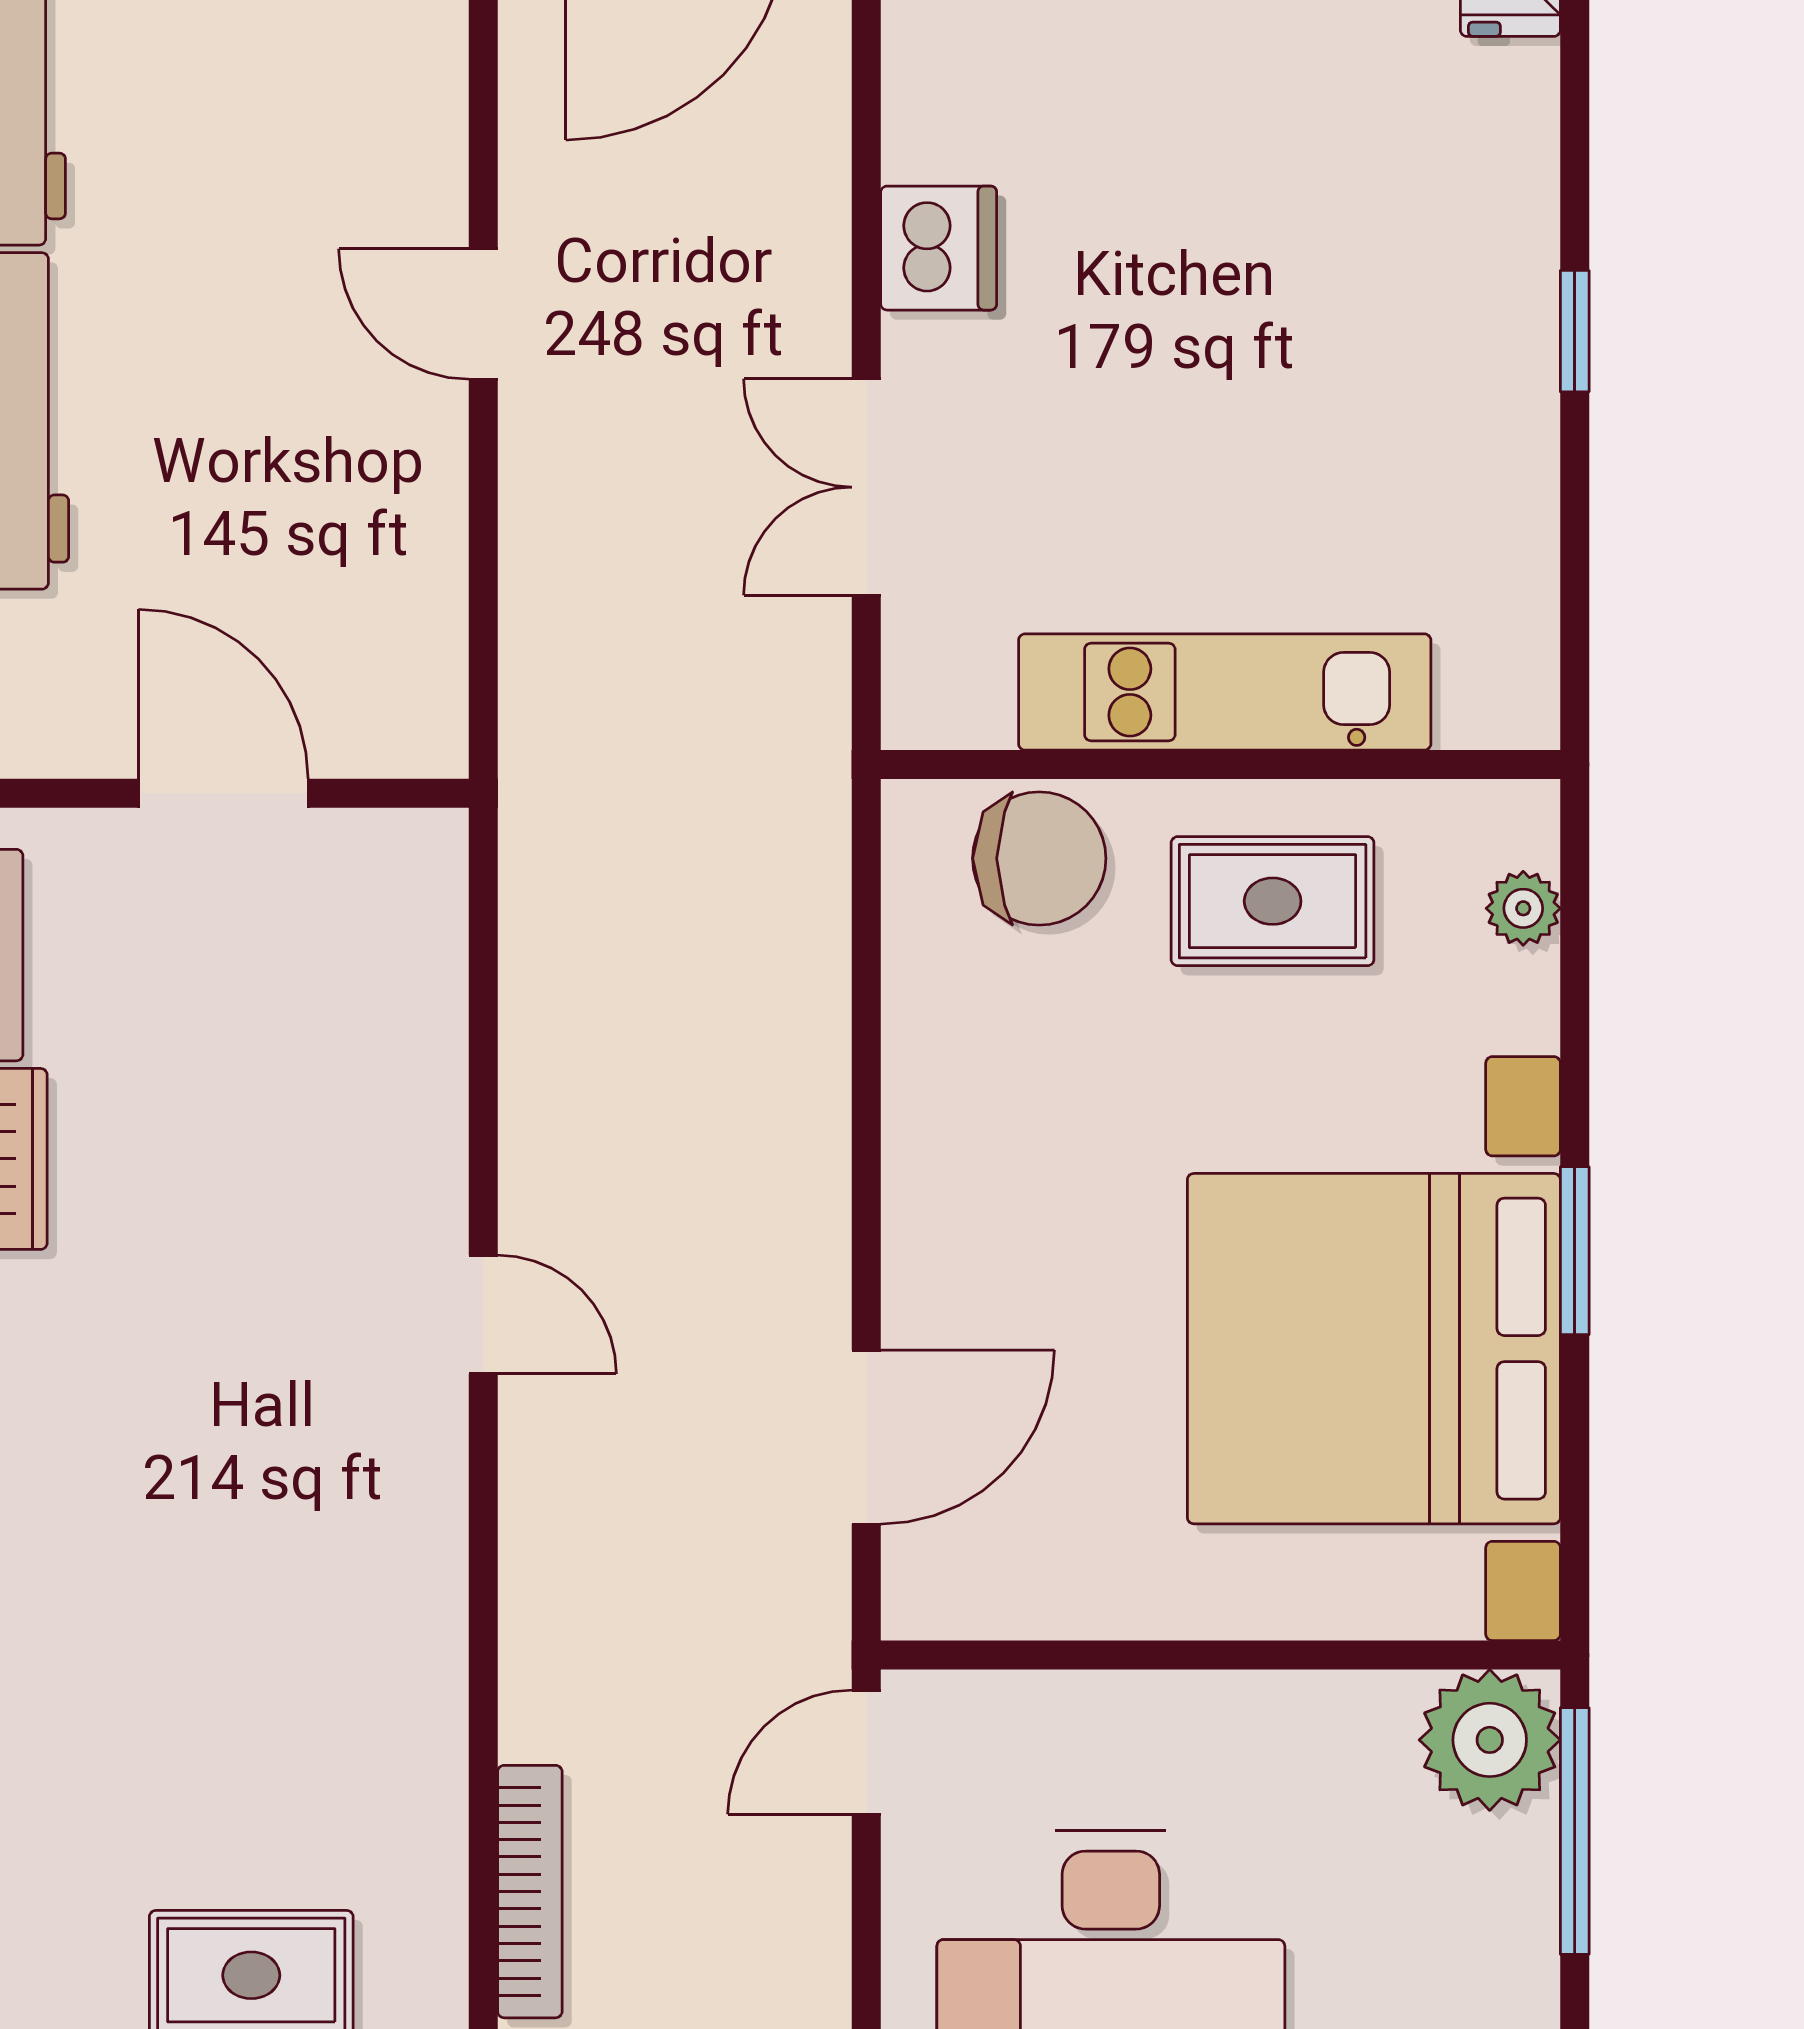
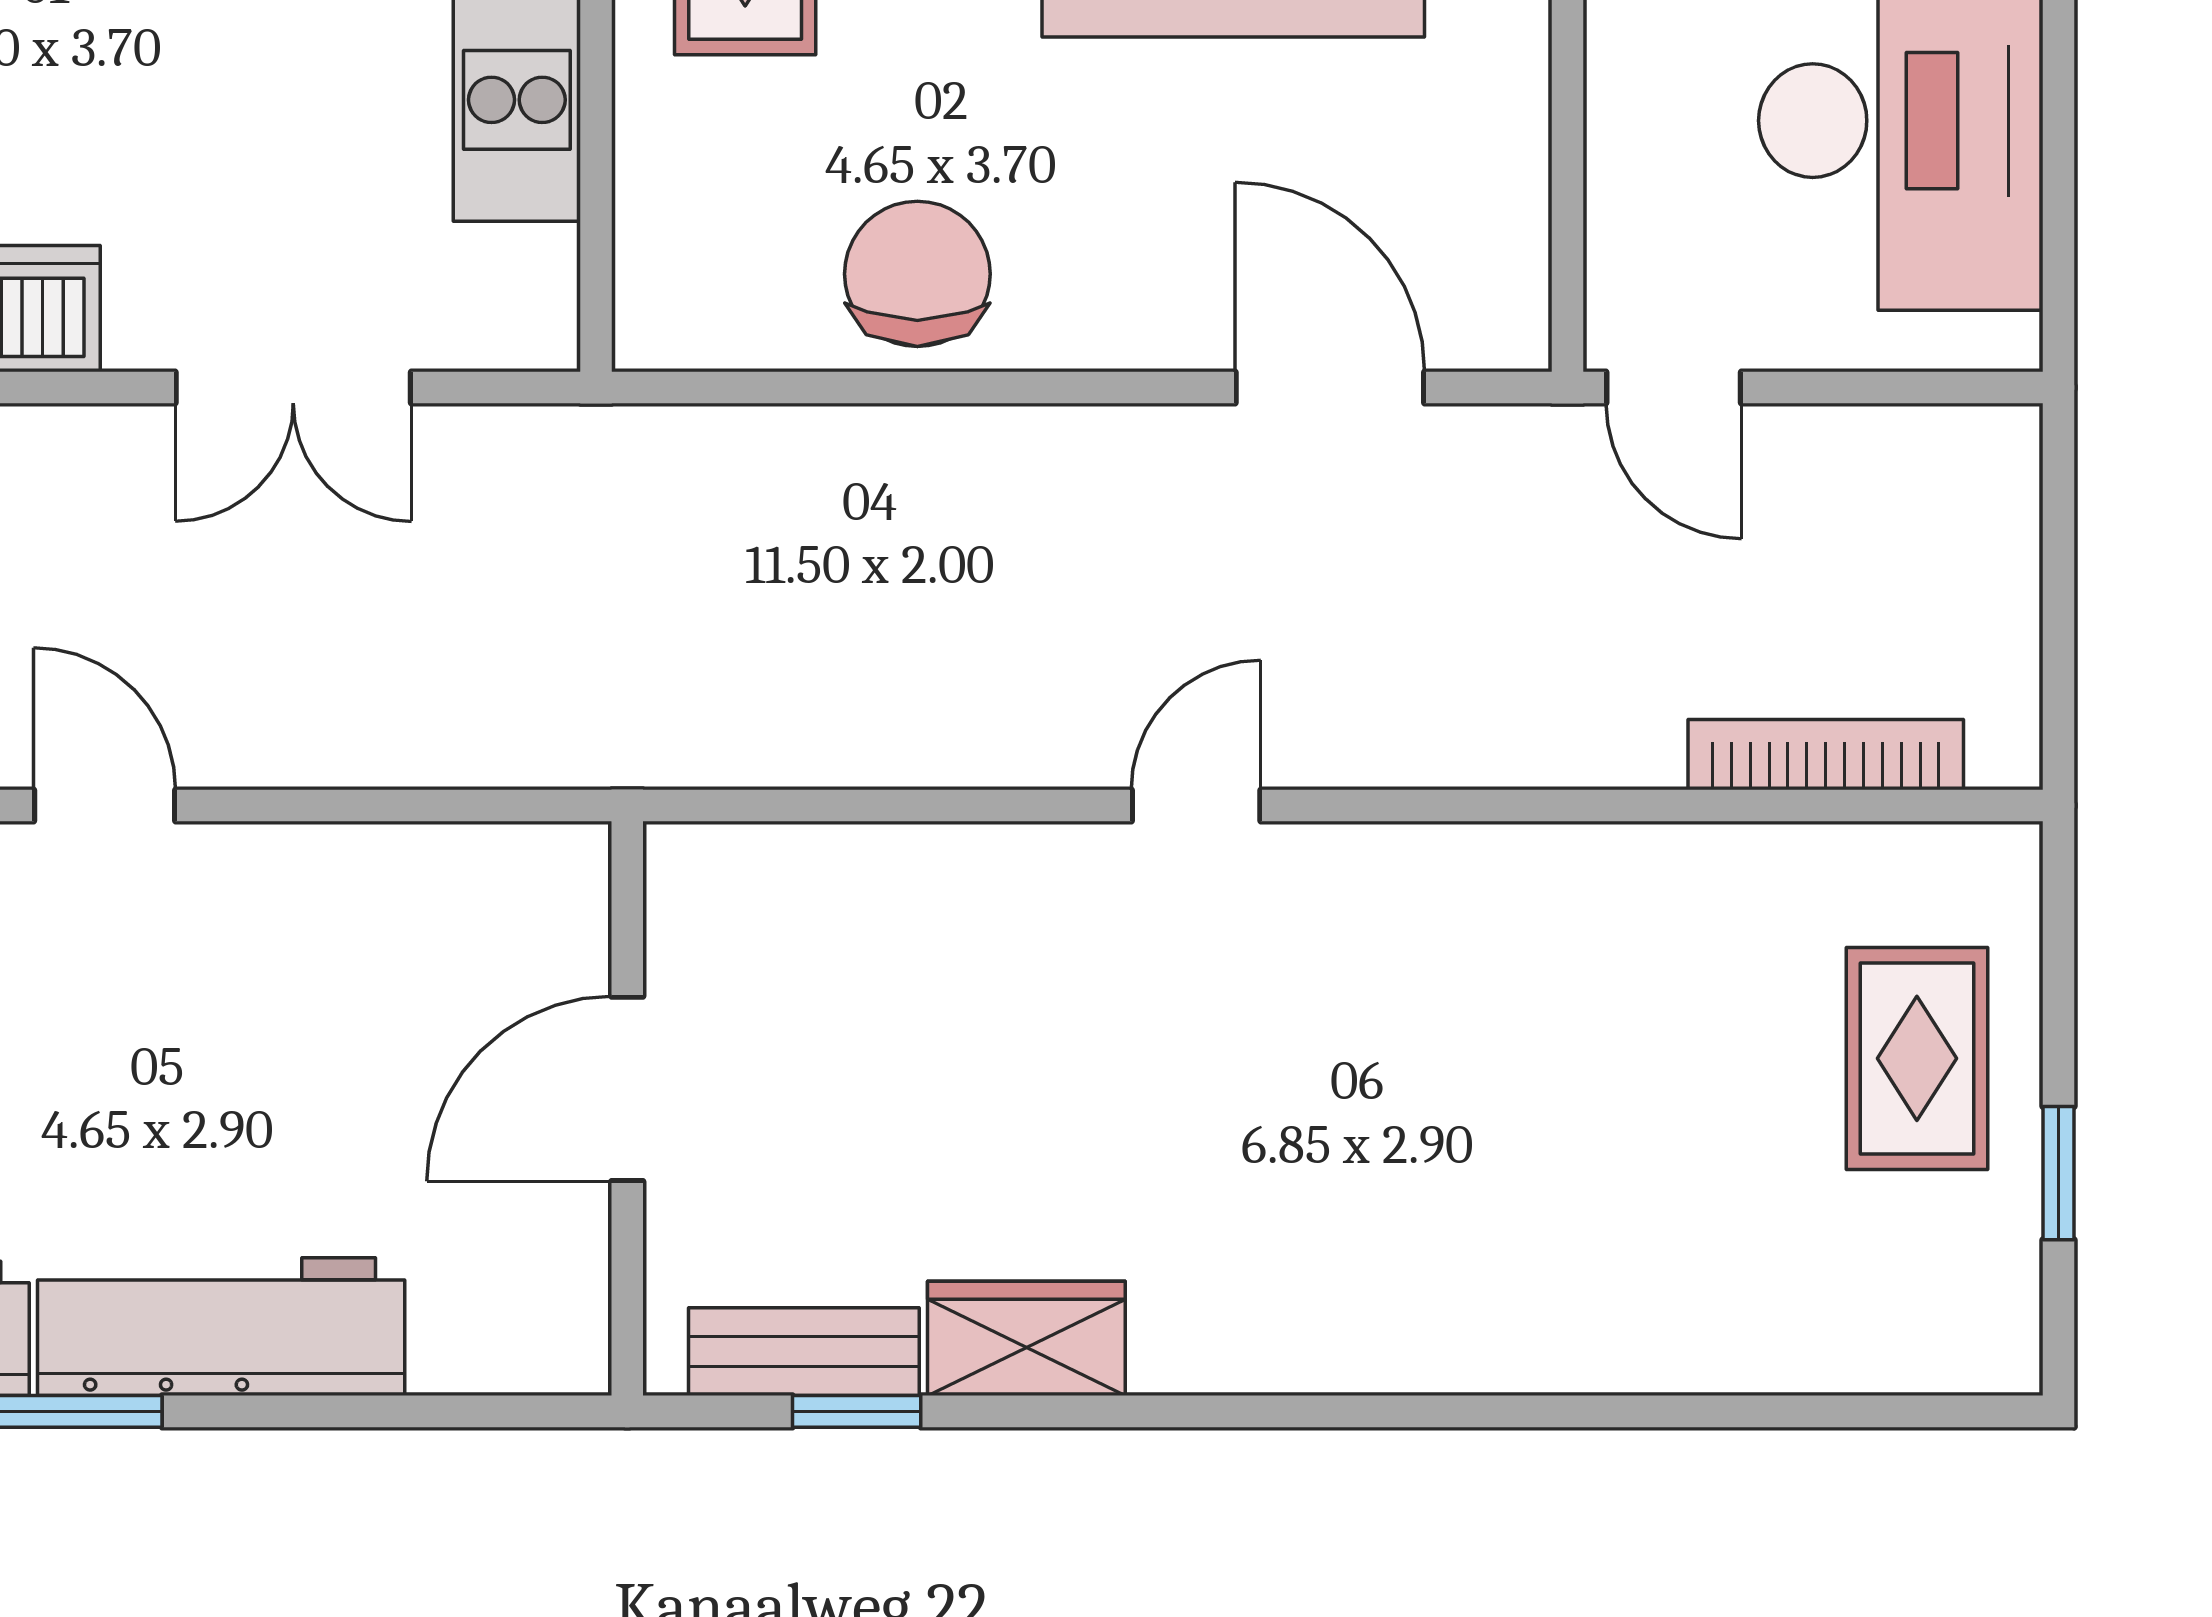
door: (483, 314) -> (105, 805), swing flipped
chair: (1039, 858) -> (917, 274), moved

